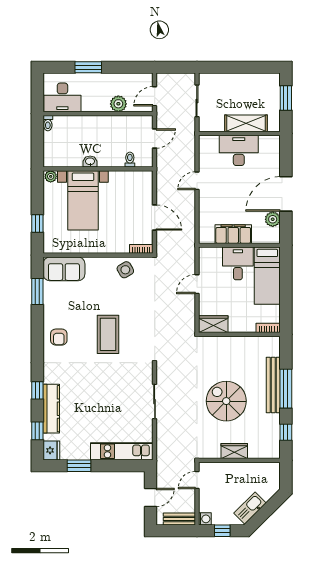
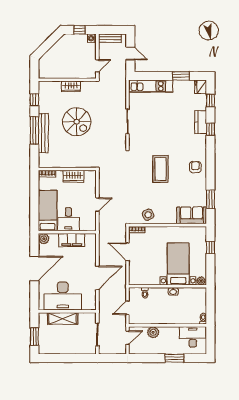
desk: (239, 150) -> (63, 296), width x1.36, depth x1.30
door: (197, 181) -> (97, 278), width x1.88
plant: (273, 219) -> (44, 239), moved
wardrobe: (213, 324) -> (73, 176), moved
kitchen counter: (51, 409) -> (201, 122), width x0.67
door: (151, 497) -> (130, 53), swing flipped
kitchen sink: (250, 508) -> (60, 46), removed

